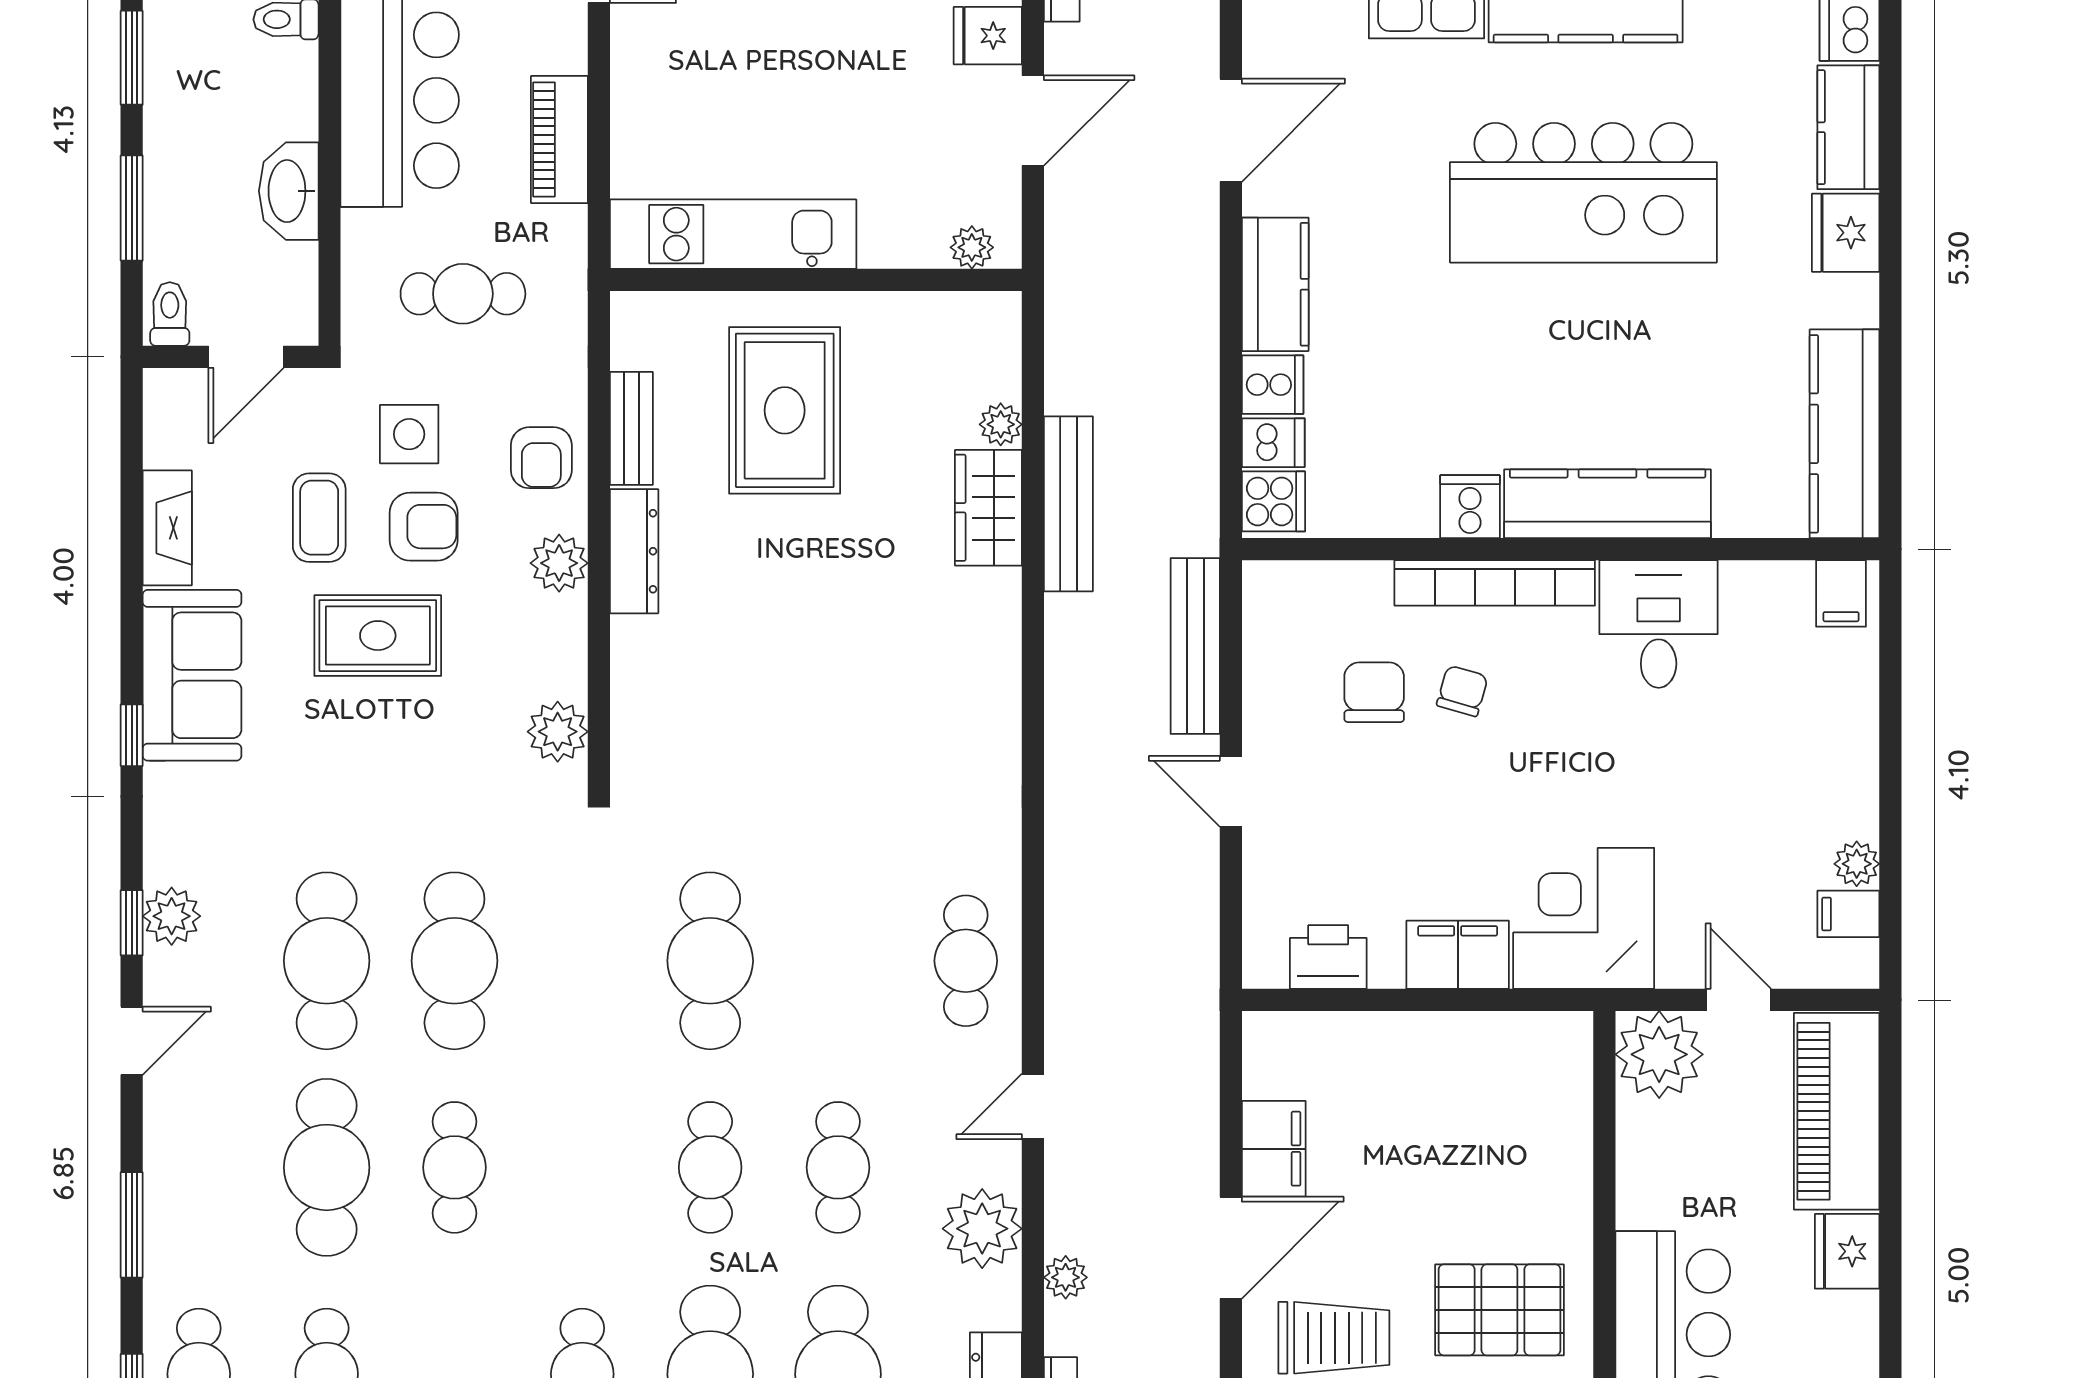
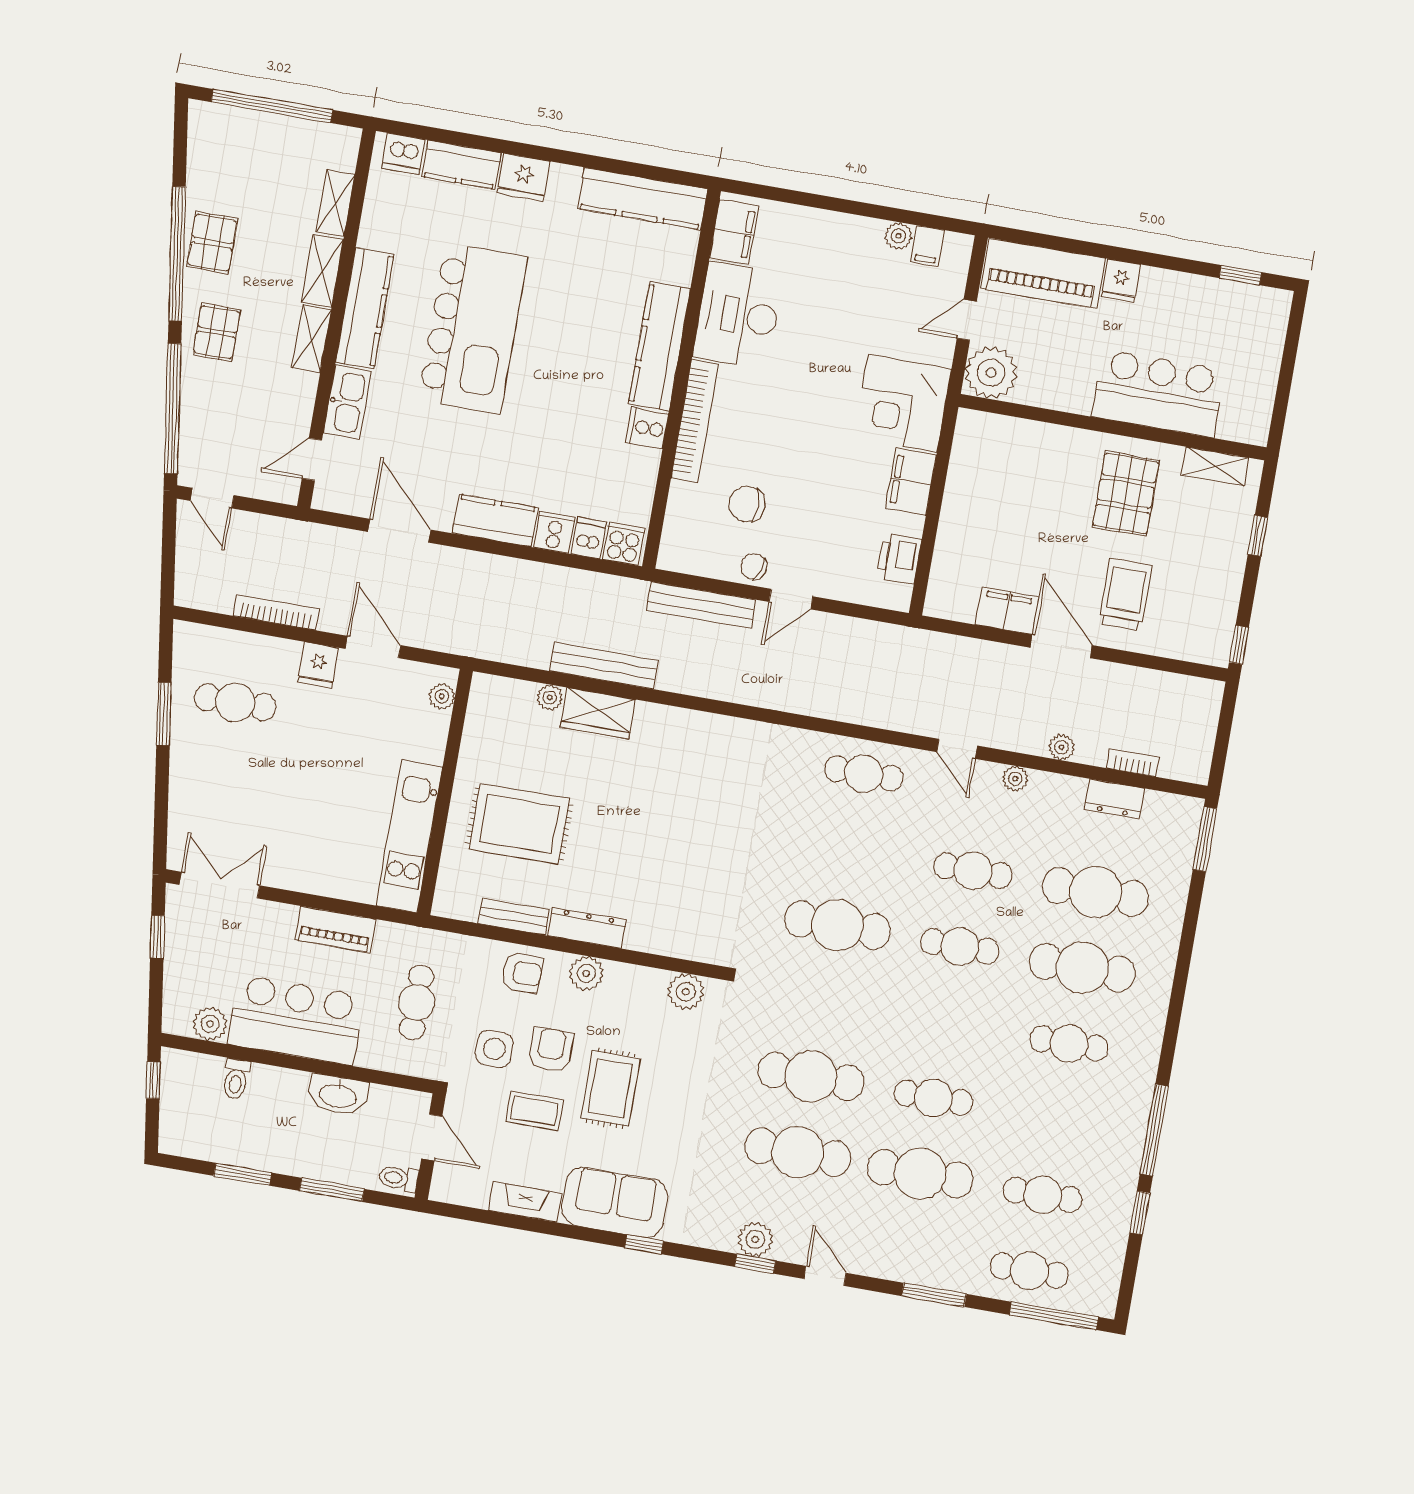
filing cabinet: (1841, 593) -> (734, 232), width x2.00
desk: (1659, 624) -> (738, 315), width x1.37
chair: (1462, 691) -> (754, 567), moved
plant: (982, 1229) -> (1015, 779), width x0.53, depth x0.53
fridge: (1847, 1251) -> (1121, 281), width x0.72

